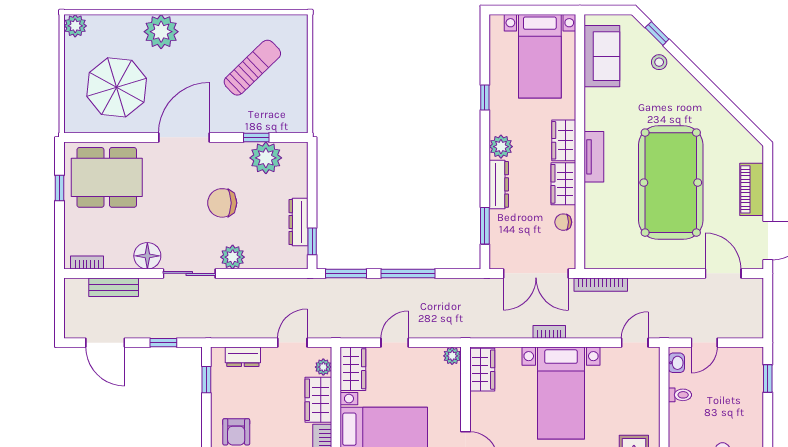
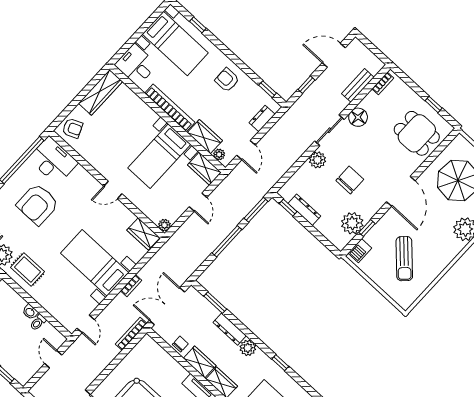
barbecue: (287, 123) -> (360, 251), added
dining table: (107, 177) -> (417, 133), width x0.73
washbasin: (676, 363) -> (30, 312), moved

